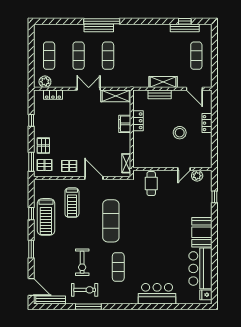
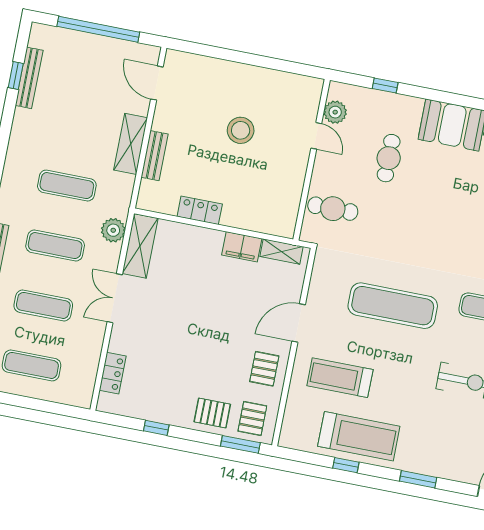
exercise mat: (196, 56) -> (67, 186), moved
window: (214, 56) -> (98, 29), added
plant: (45, 82) -> (113, 230), moved
door: (194, 89) -> (157, 83), swing flipped
locker: (207, 123) -> (232, 71), removed
filing cabinet: (125, 124) -> (242, 247), moved
treadmill: (72, 203) -> (340, 378), turned 180
cafe table: (180, 205) -> (389, 158), added

